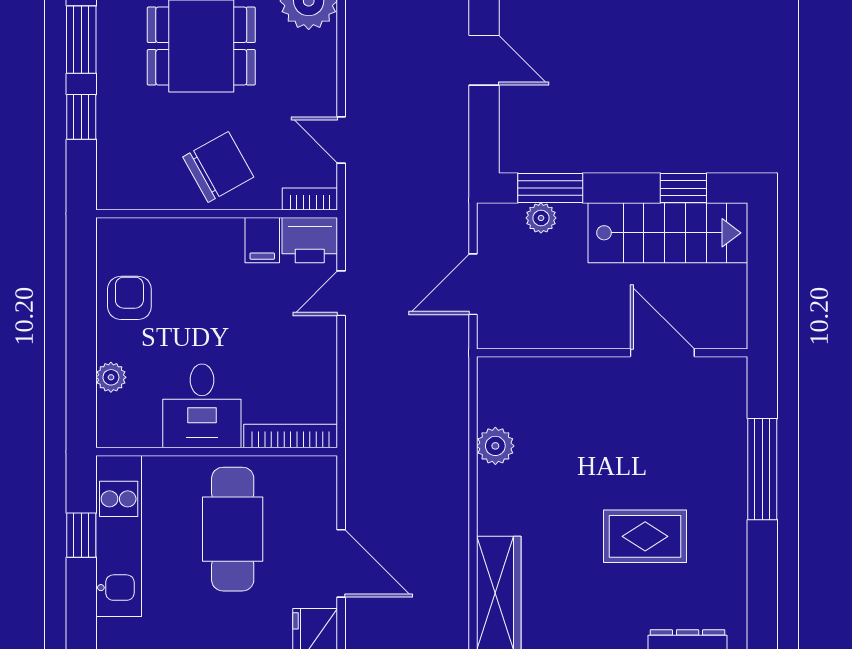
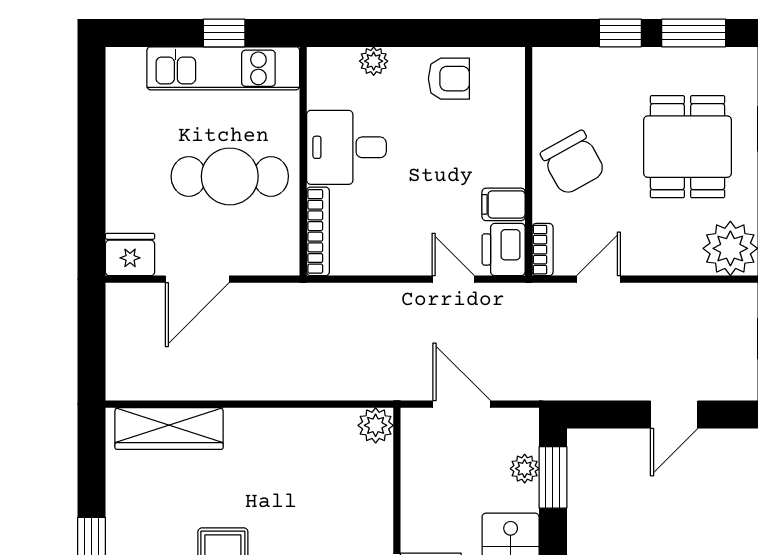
plant: (495, 446) -> (376, 425), moved

